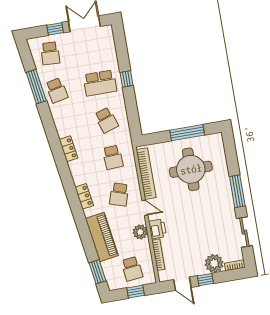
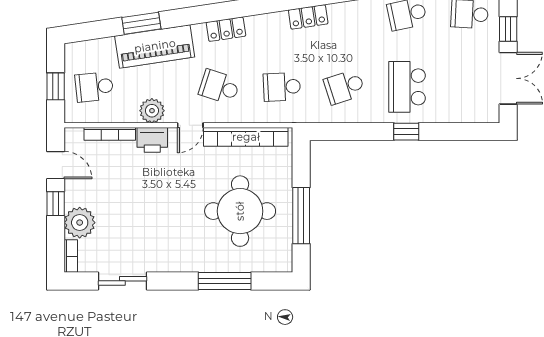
window: (237, 191) -> (225, 281), moved
window: (97, 272) -> (141, 23), moved
door: (182, 284) -> (56, 165), swing flipped

